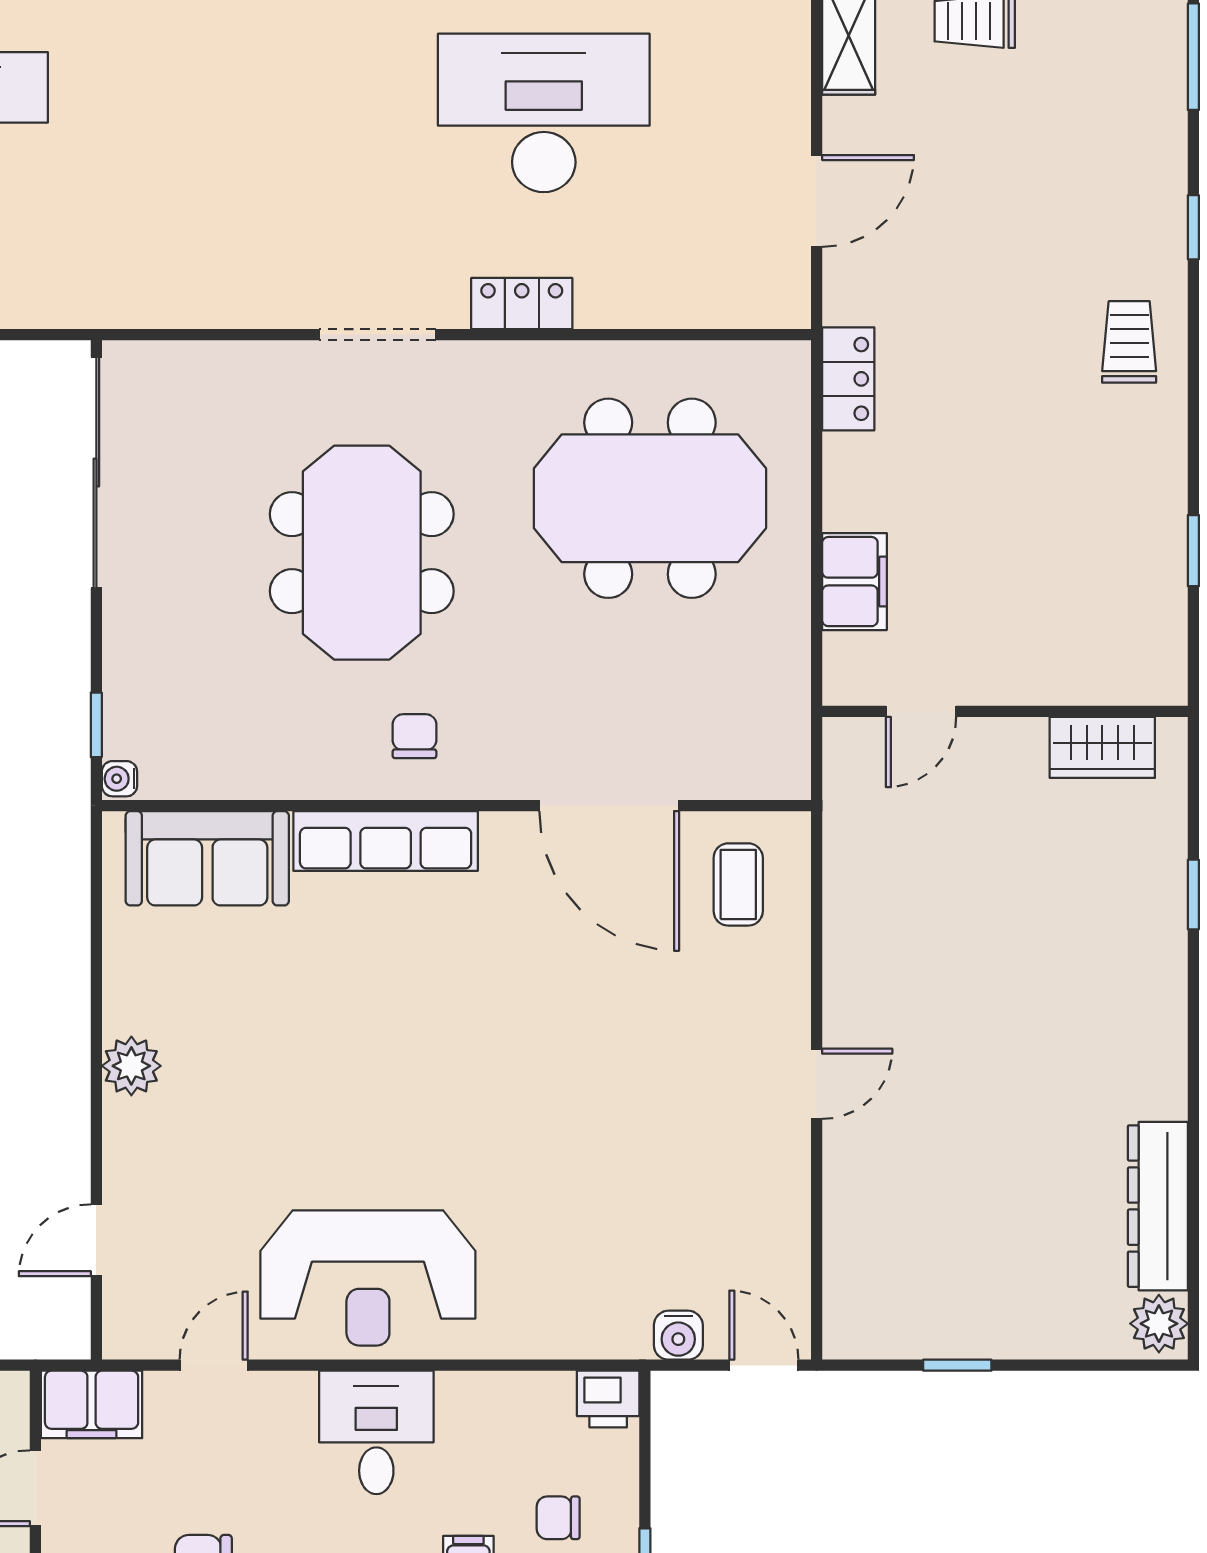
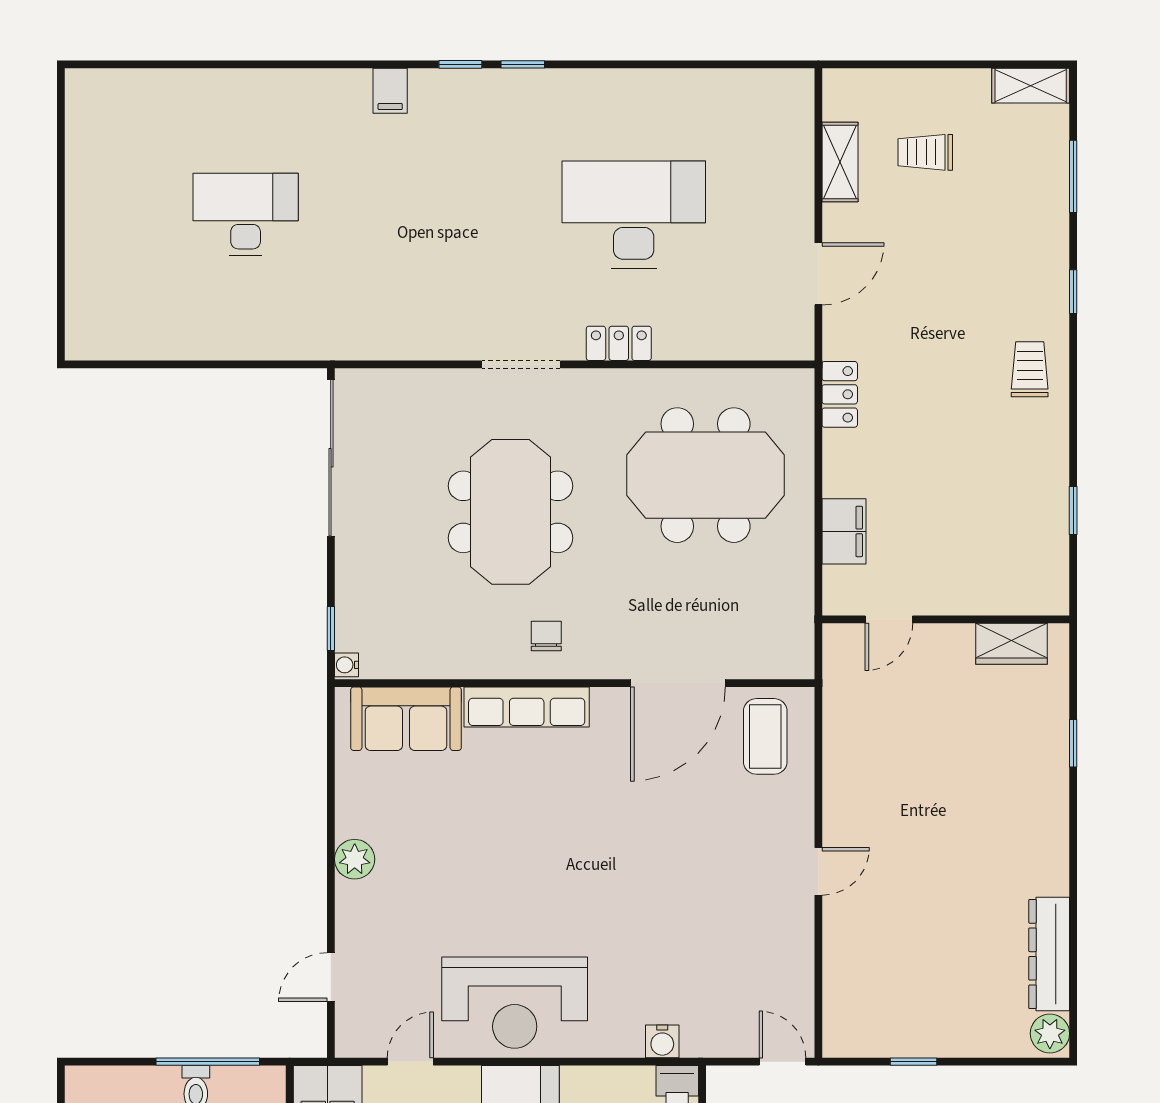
door: (609, 806) -> (678, 683), hinge flipped
coffee table: (738, 884) -> (765, 736), width x1.36, depth x1.30
water cooler: (678, 1335) -> (662, 1041), moved

